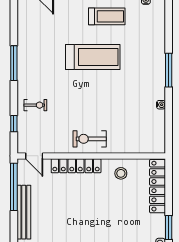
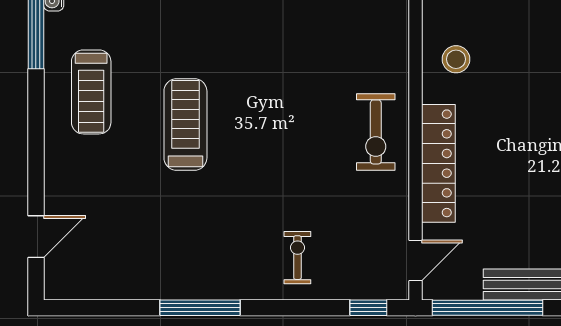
treadmill: (107, 16) -> (91, 92), turned 180
treadmill: (93, 57) -> (185, 125), width x0.73, depth x0.73
window: (14, 124) -> (368, 308), moved

